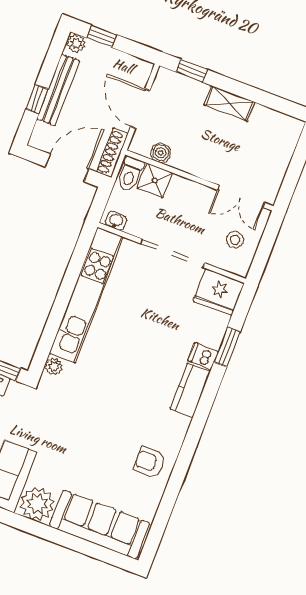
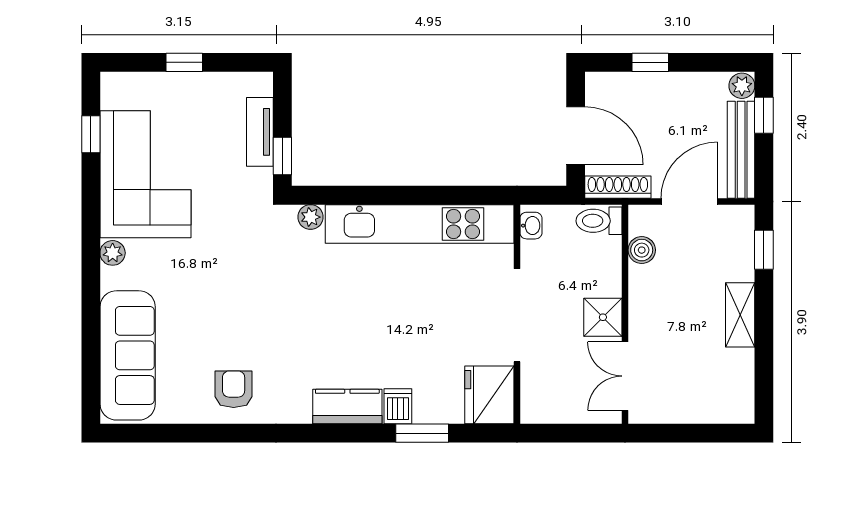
bench: (58, 90) -> (741, 150), moved, turned 90
shower: (155, 180) -> (603, 317), moved
stool: (235, 240) -> (566, 390), removed
plant: (37, 504) -> (113, 253), width x0.53, depth x0.53

